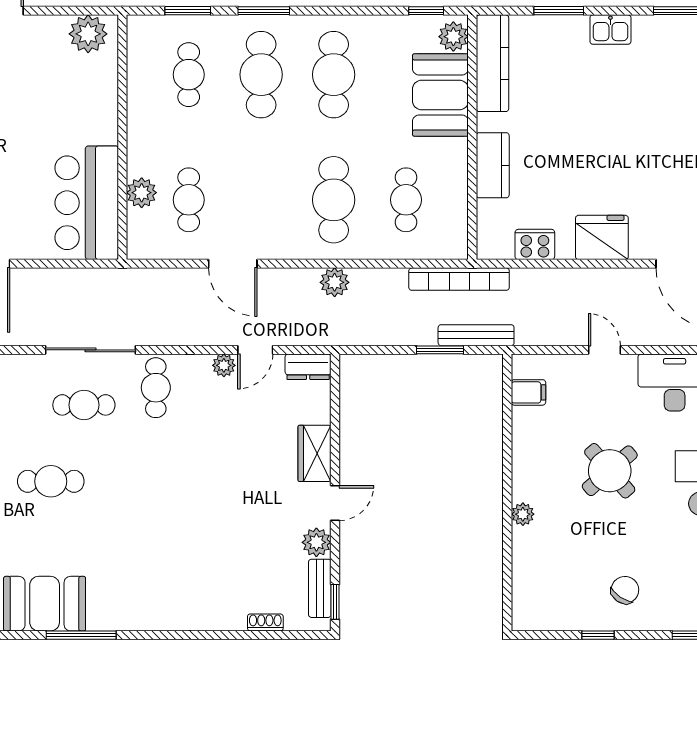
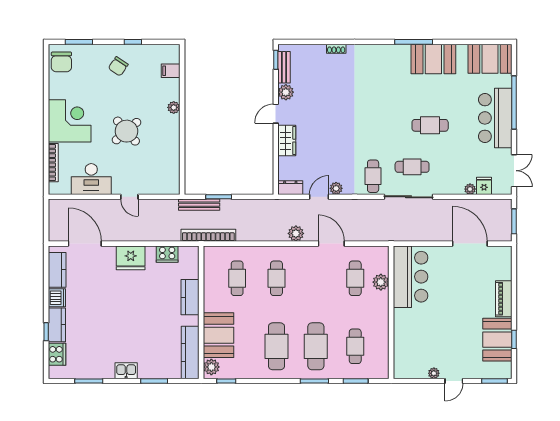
plant: (88, 34) -> (434, 373), moved, width x0.53, depth x0.53
cafe table: (334, 200) -> (276, 278), width x0.73, depth x0.74
plant: (335, 282) -> (296, 233), moved
filing cabinet: (528, 392) -> (171, 71), moved
shoe rack: (265, 622) -> (336, 49), moved

